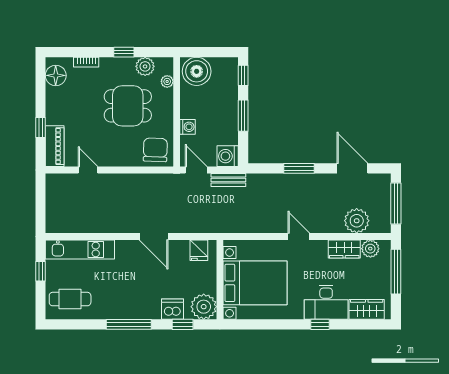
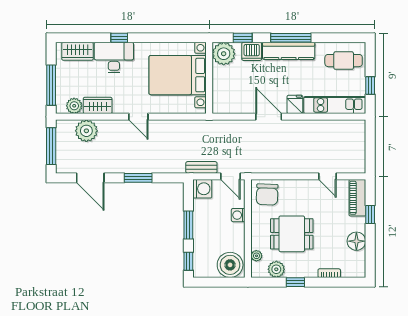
floor lamp: (56, 75) -> (356, 241), moved
fridge: (199, 250) -> (295, 104), moved
kitchen counter: (131, 310) -> (289, 51), added

